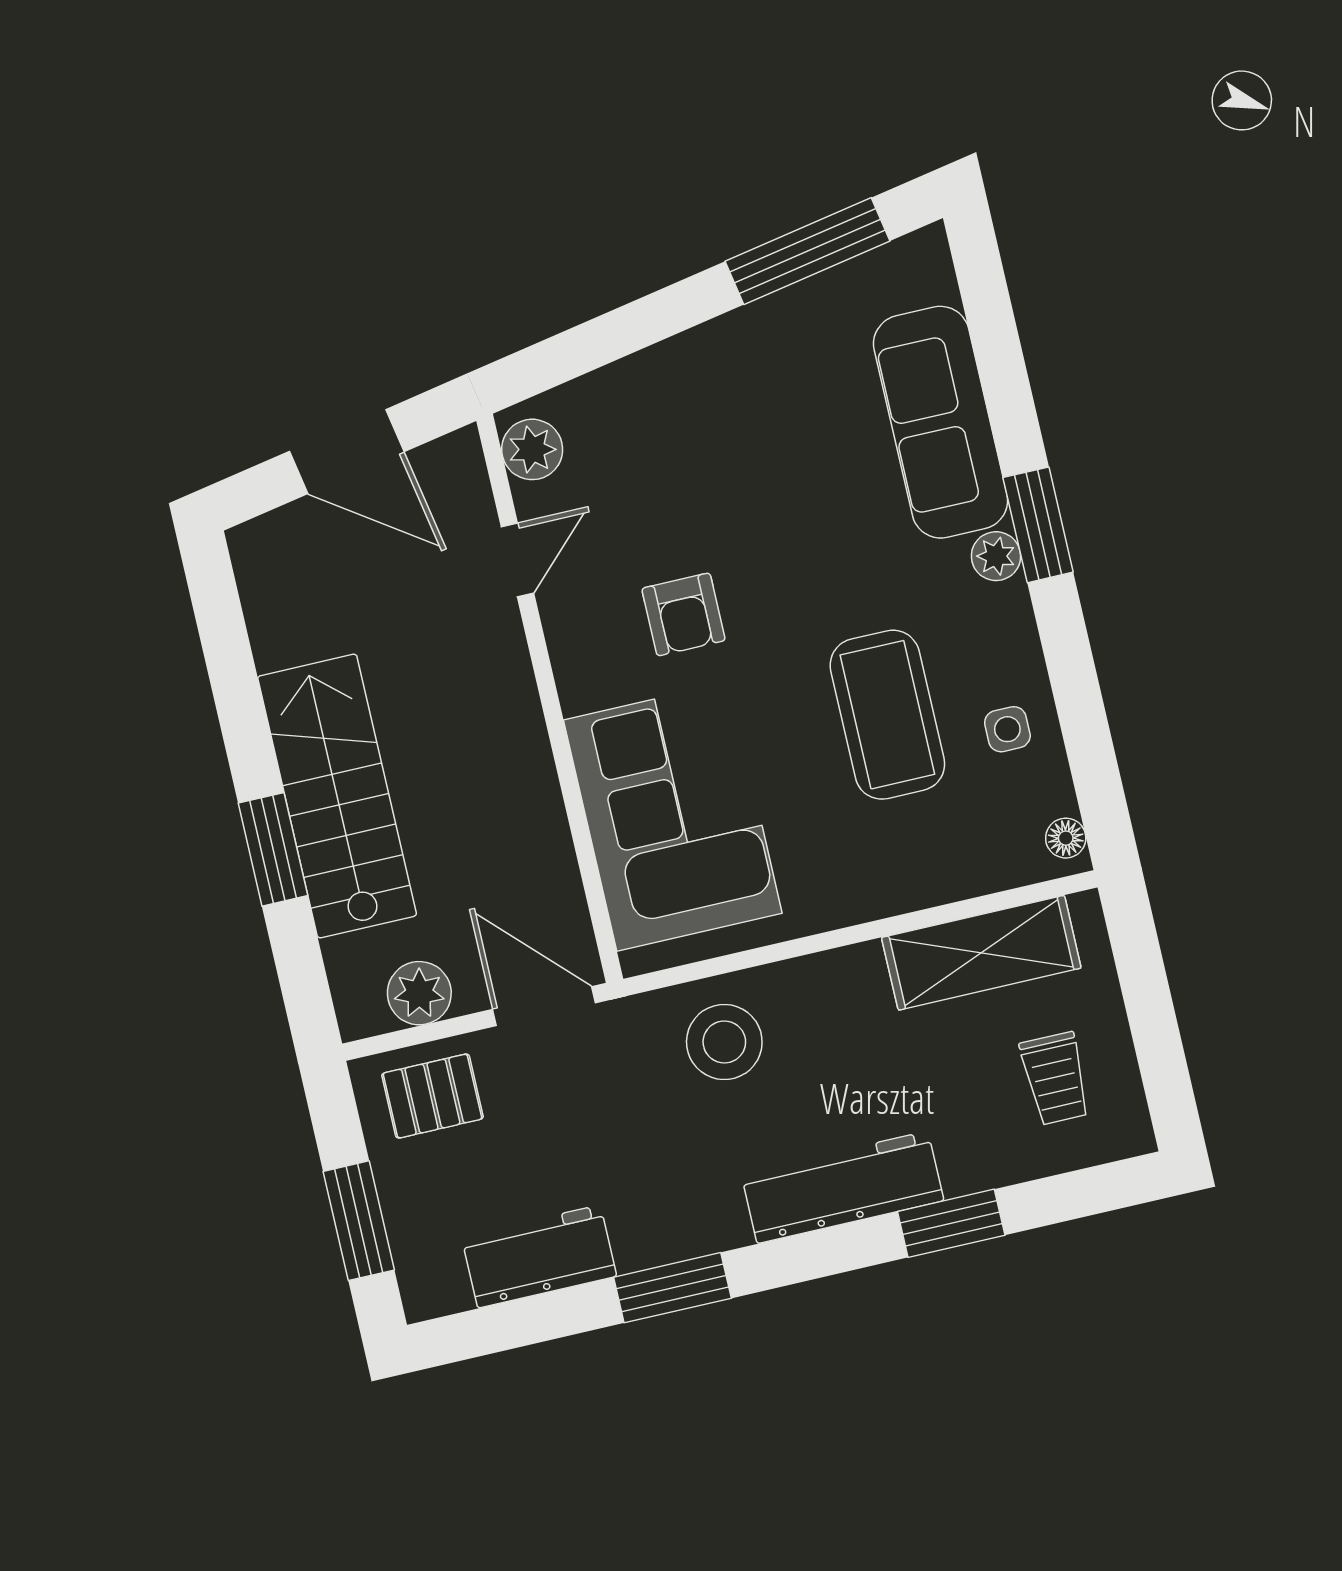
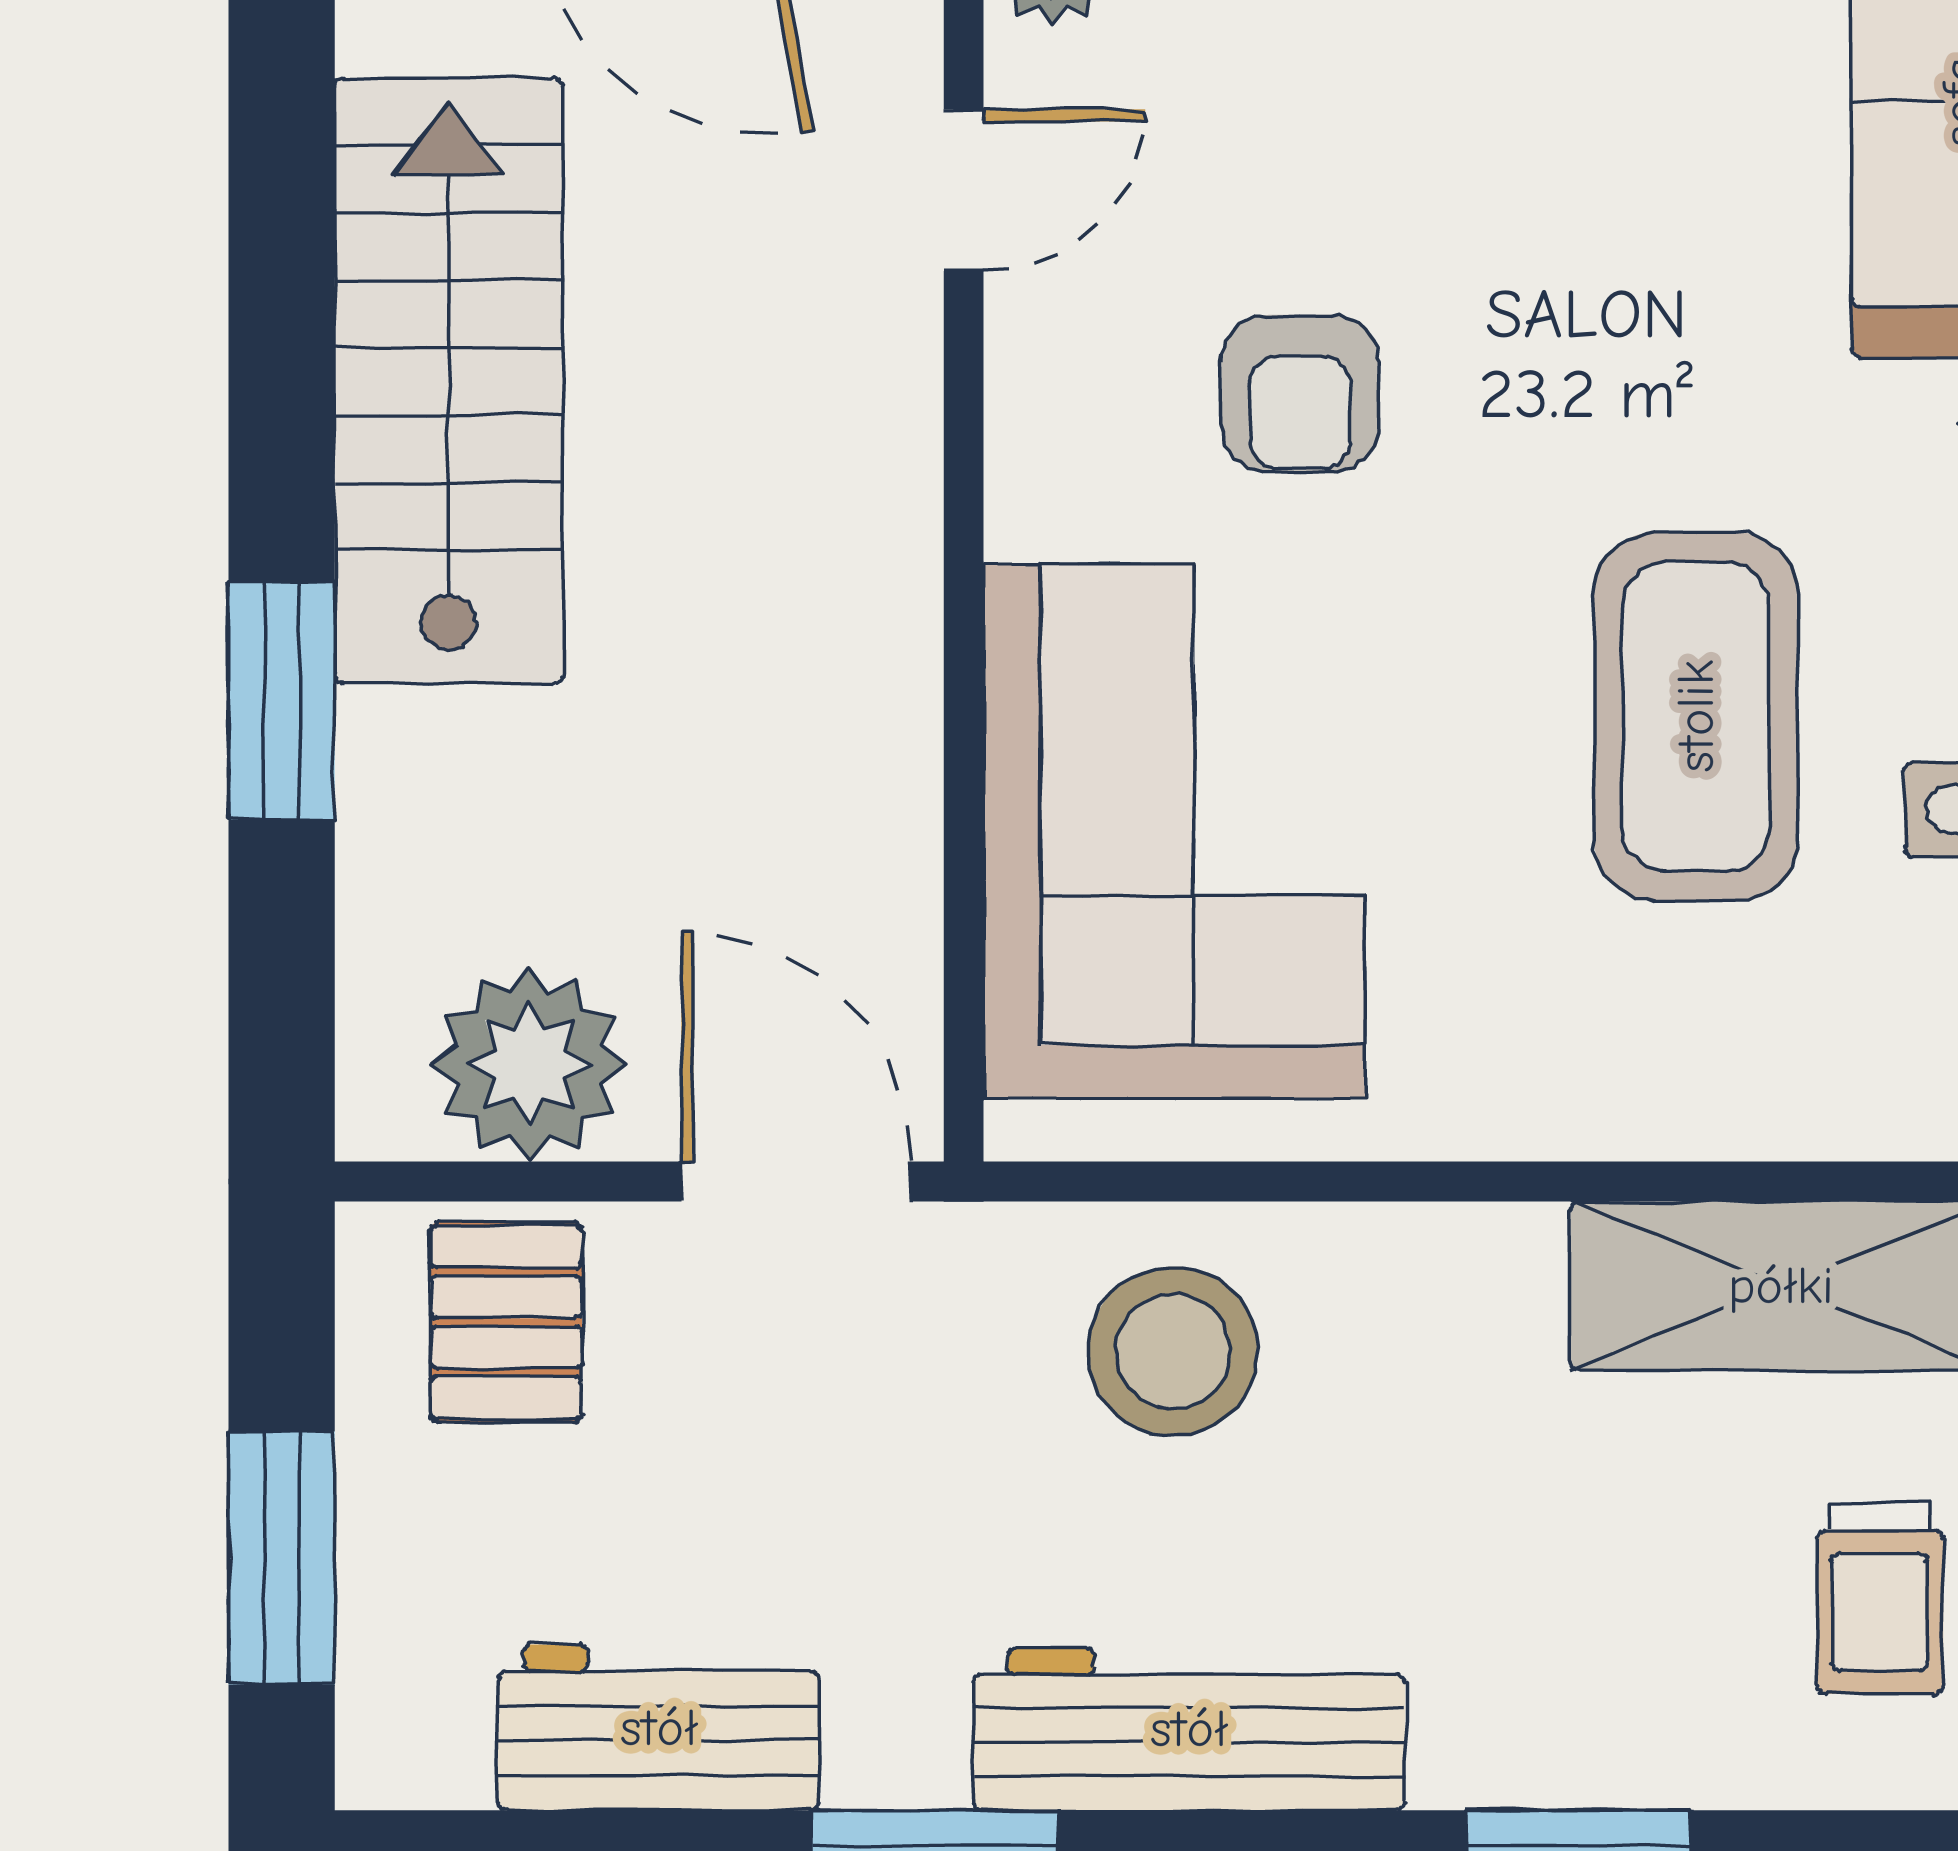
stairs: (337, 796) -> (449, 380), moved
plant: (419, 993) -> (529, 1064), width x1.36, depth x1.36
pallet: (432, 1096) -> (506, 1322), turned 90
workbench: (843, 1187) -> (1189, 1729), moved

